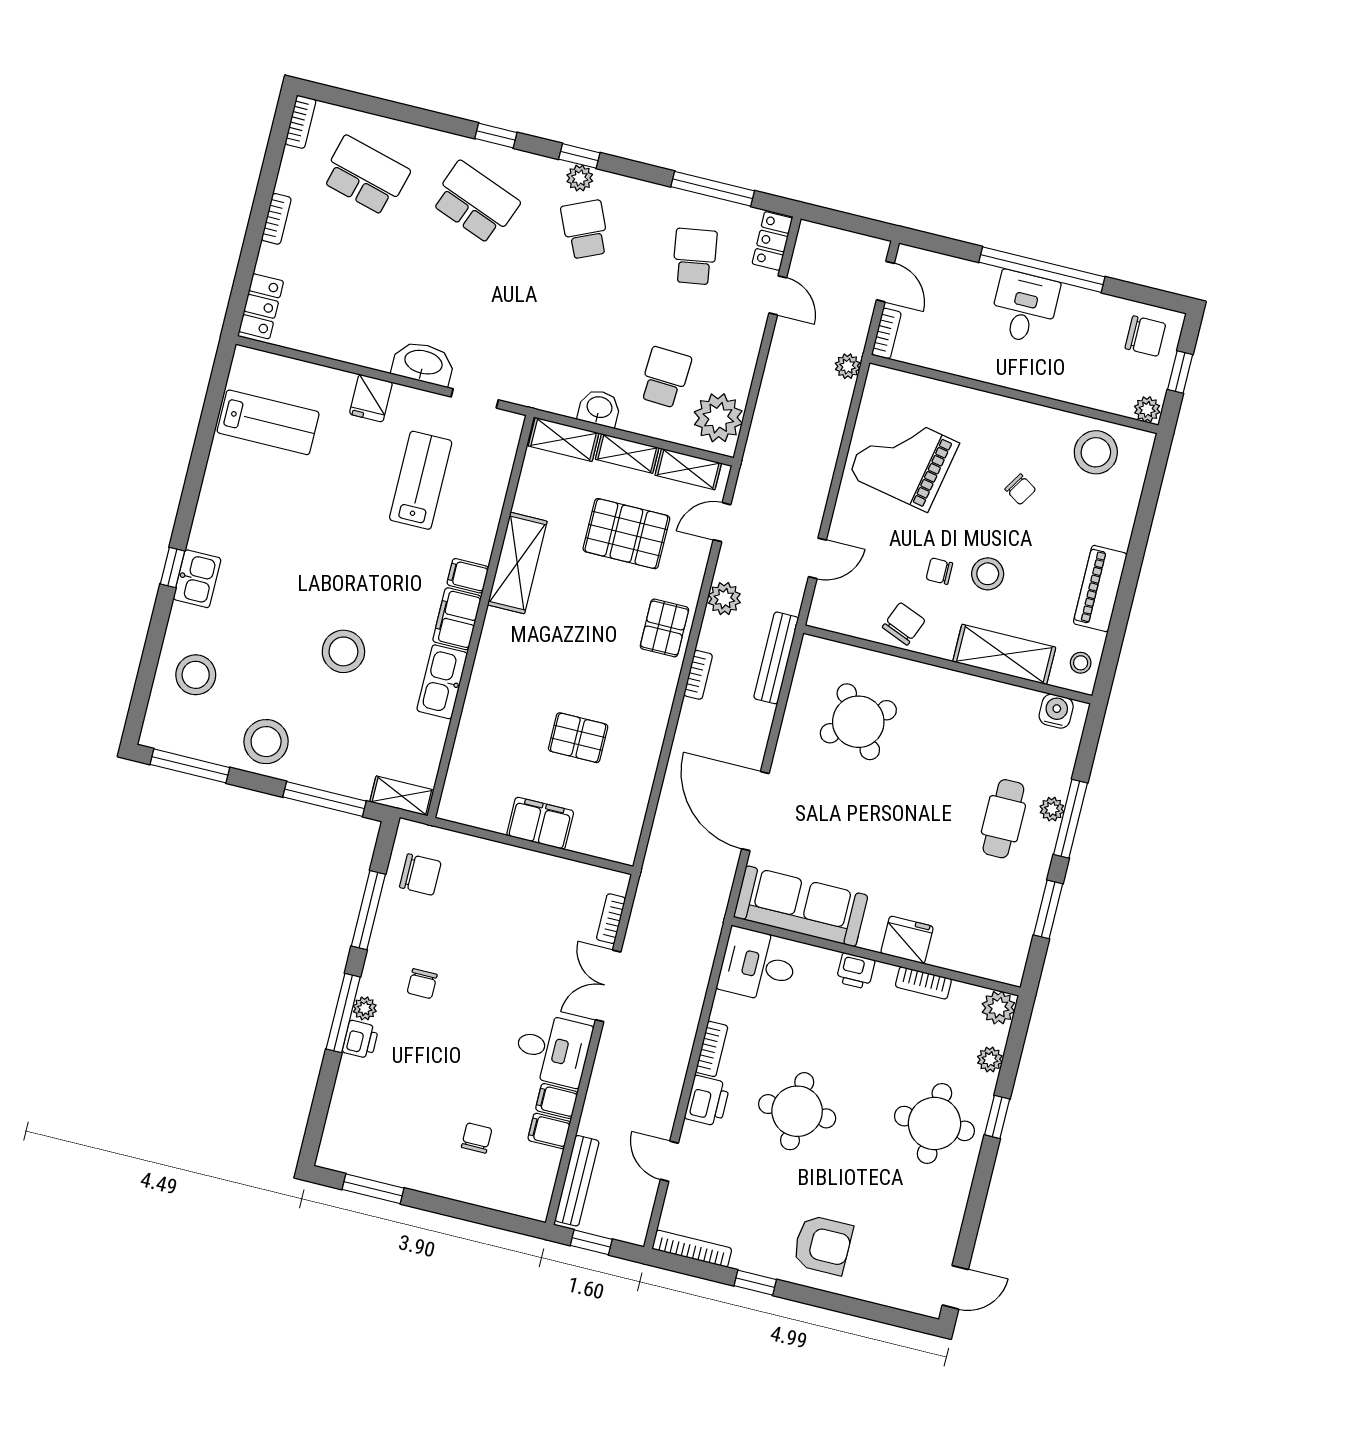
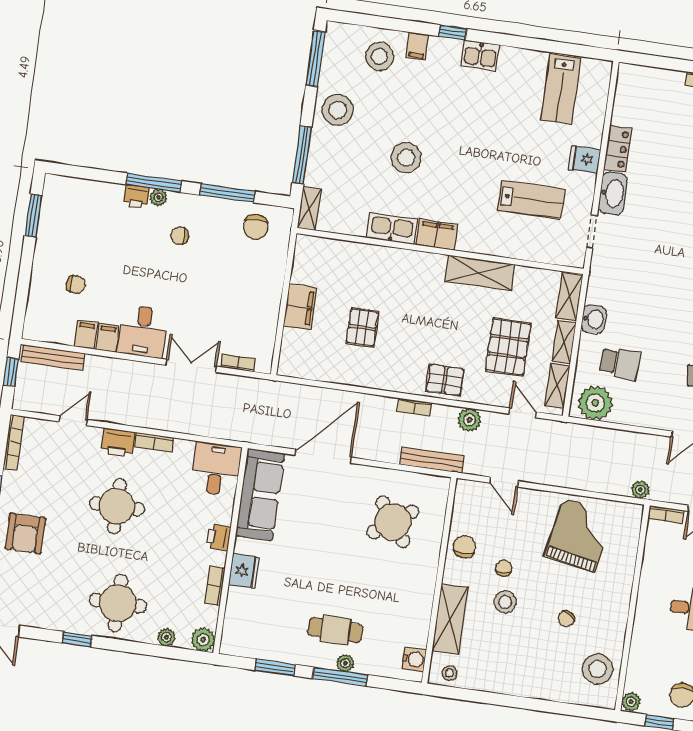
locker: (261, 306) -> (618, 149), moved, turned -90
filing cabinet: (468, 576) -> (417, 46), moved, turned 180
kitchen sink: (197, 579) -> (480, 55), moved
piano: (1100, 589) -> (503, 681), removed
chair: (904, 624) -> (464, 547), turned -112
window: (997, 1117) -> (77, 639), moved

